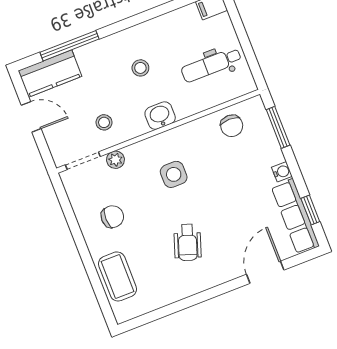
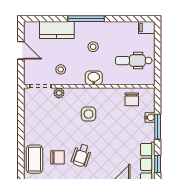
window: (70, 46) -> (86, 19), moved
kitchen counter: (50, 74) -> (57, 30), moved
window: (278, 127) -> (158, 127), moved
water cooler: (282, 172) -> (150, 117), moved
chair: (112, 217) -> (57, 157), moved

